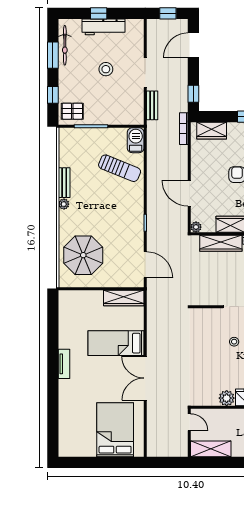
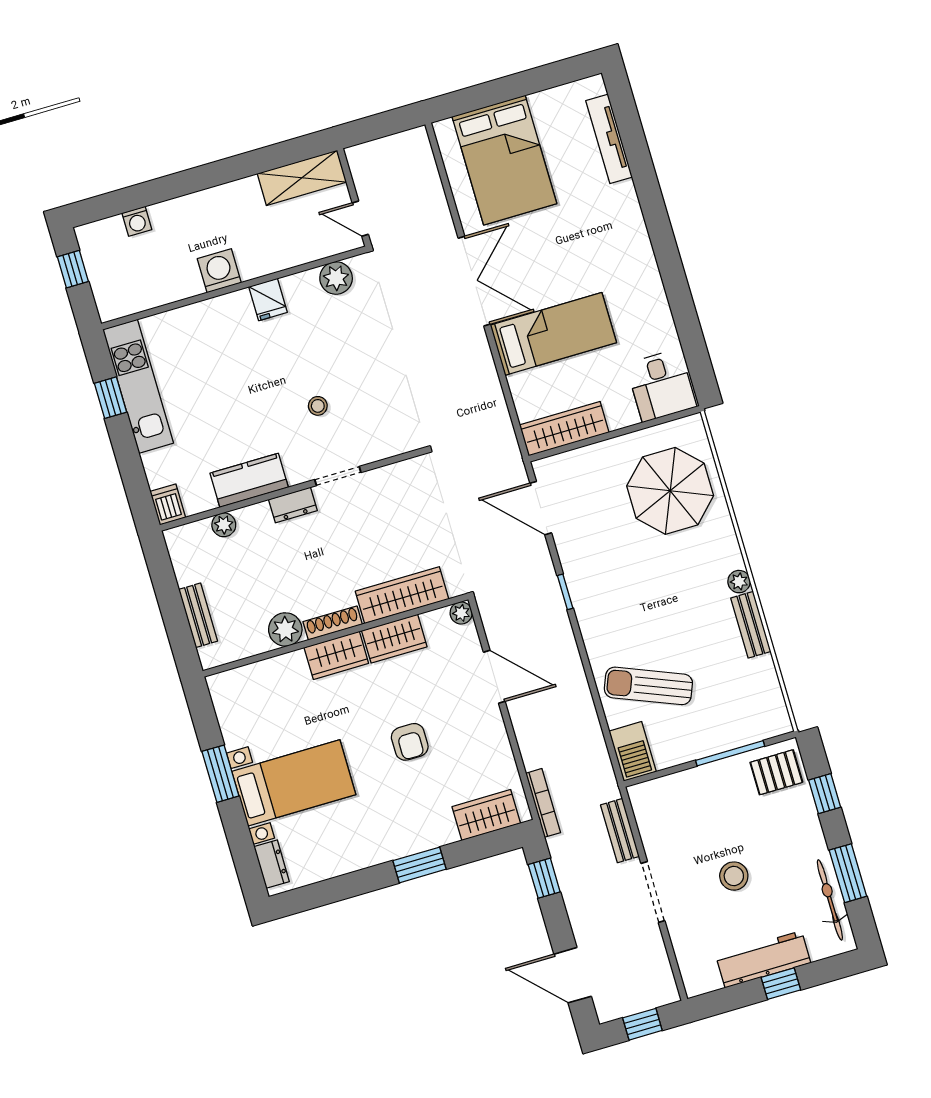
door: (193, 45) -> (573, 975), swing flipped
desk: (73, 305) -> (661, 385), added
tv unit: (64, 364) -> (609, 139), moved, width x1.41
plant: (227, 398) -> (336, 278), moved

